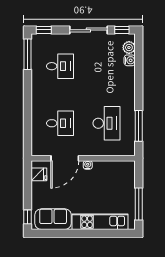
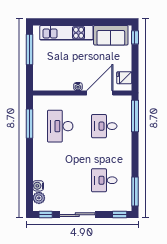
window: (28, 134) -> (135, 116), added

